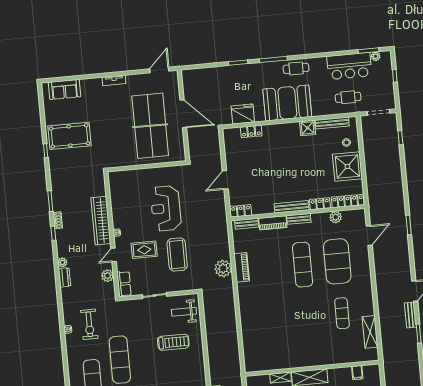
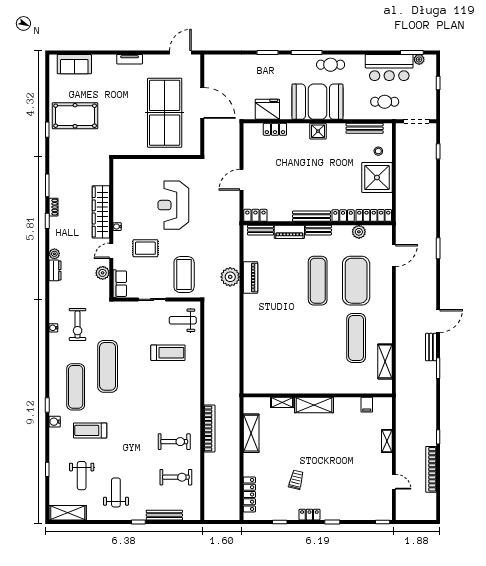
shower: (308, 128) -> (318, 131), moved
coffee table: (177, 254) -> (184, 275), moved
exercise mat: (342, 313) -> (356, 338), width x1.36, depth x1.45

